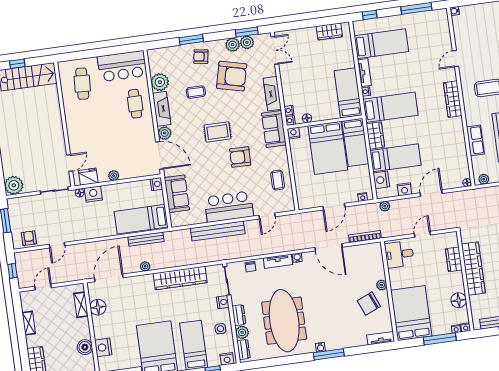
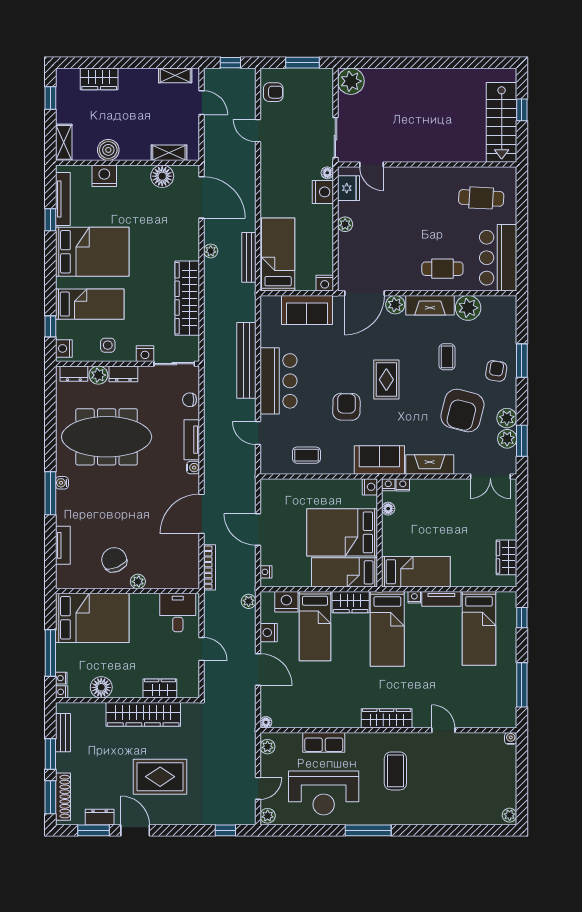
shelving: (29, 323) -> (175, 75), moved
tv unit: (381, 338) -> (63, 545), moved

